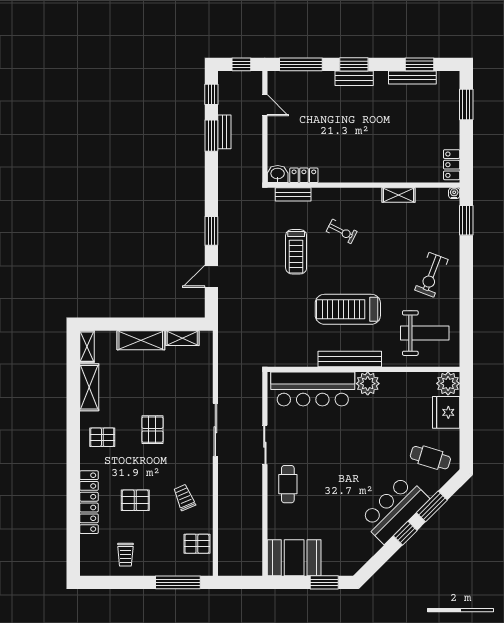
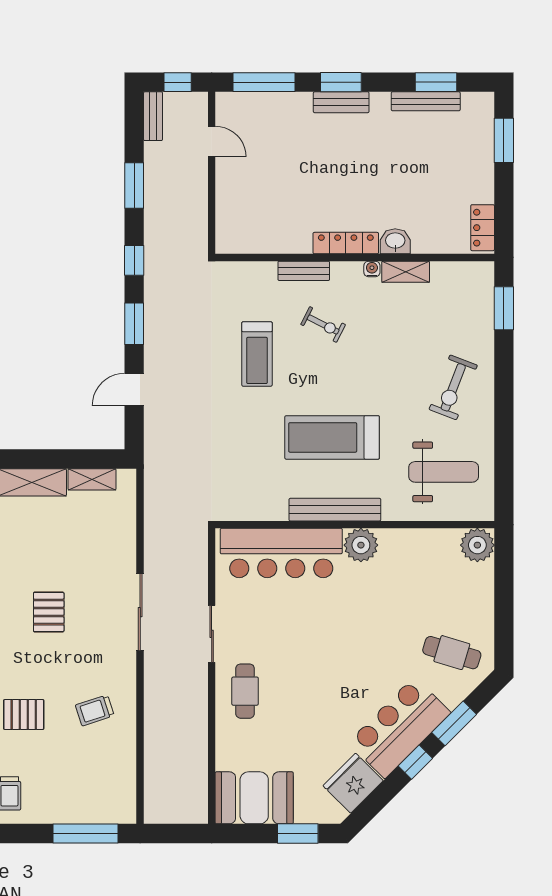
window: (211, 94) -> (134, 260), moved
bench: (224, 132) -> (153, 116), moved
washbasin: (278, 174) -> (395, 241), moved
locker: (304, 175) -> (346, 243), moved, width x1.53
water cooler: (454, 193) -> (372, 269), moved
bench: (293, 194) -> (304, 271), moved
fridge: (446, 412) -> (353, 783), moved, turned 45
trolley: (184, 497) -> (95, 710), turned -85
pallet: (197, 544) -> (113, 778), removed

